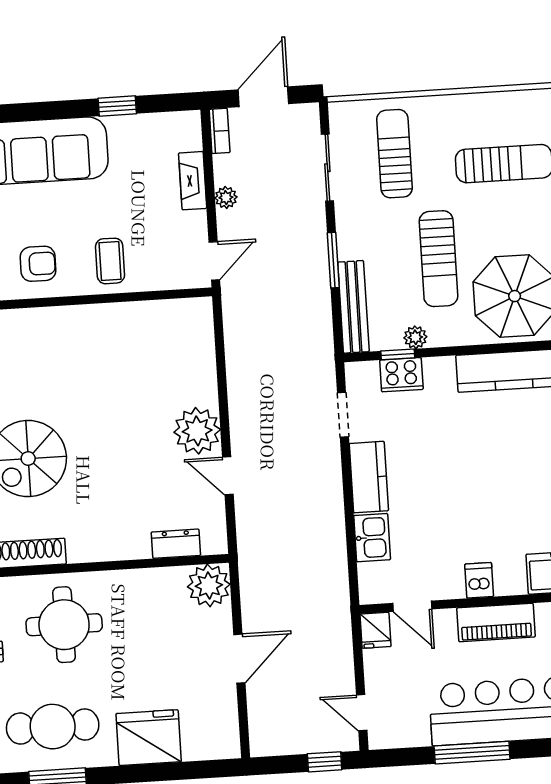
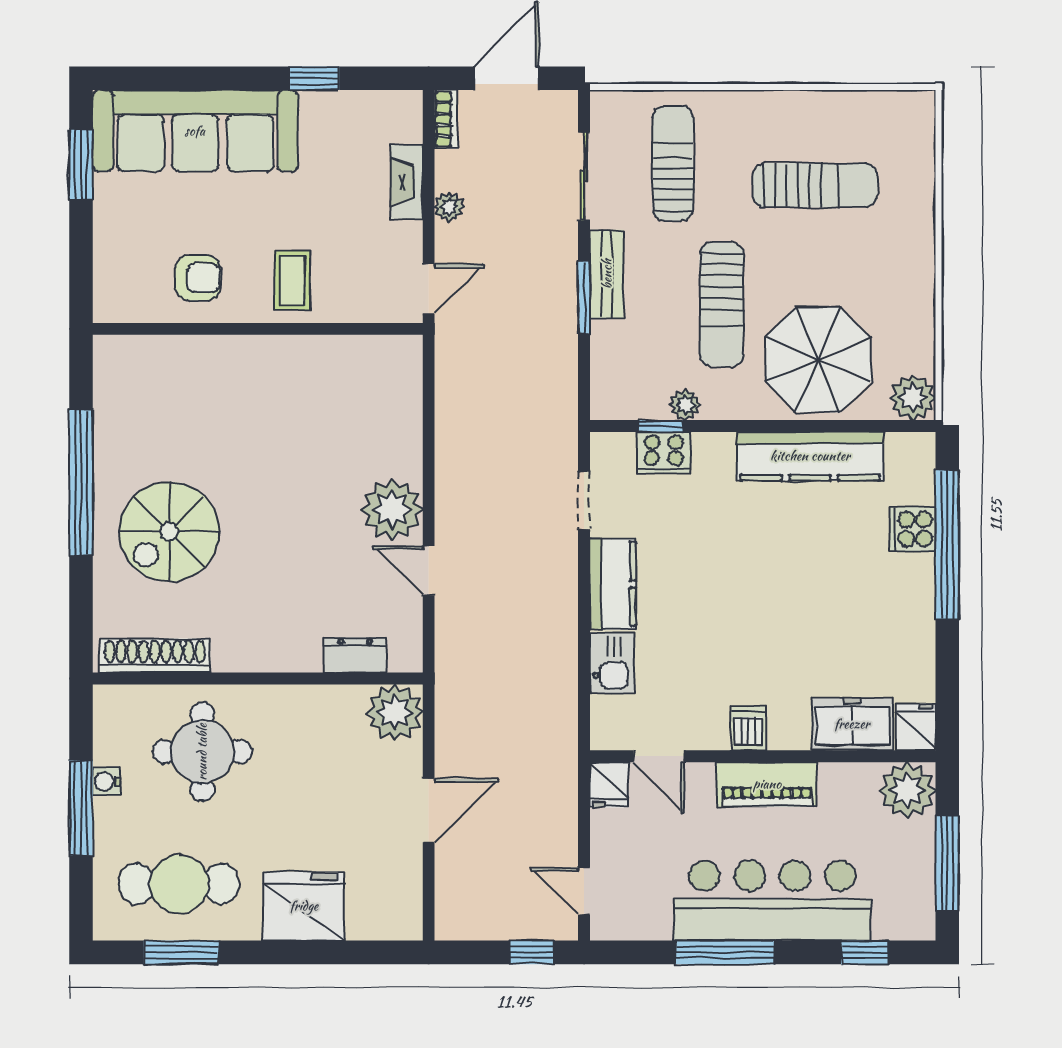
bench: (353, 307) -> (607, 274), moved, width x0.73

